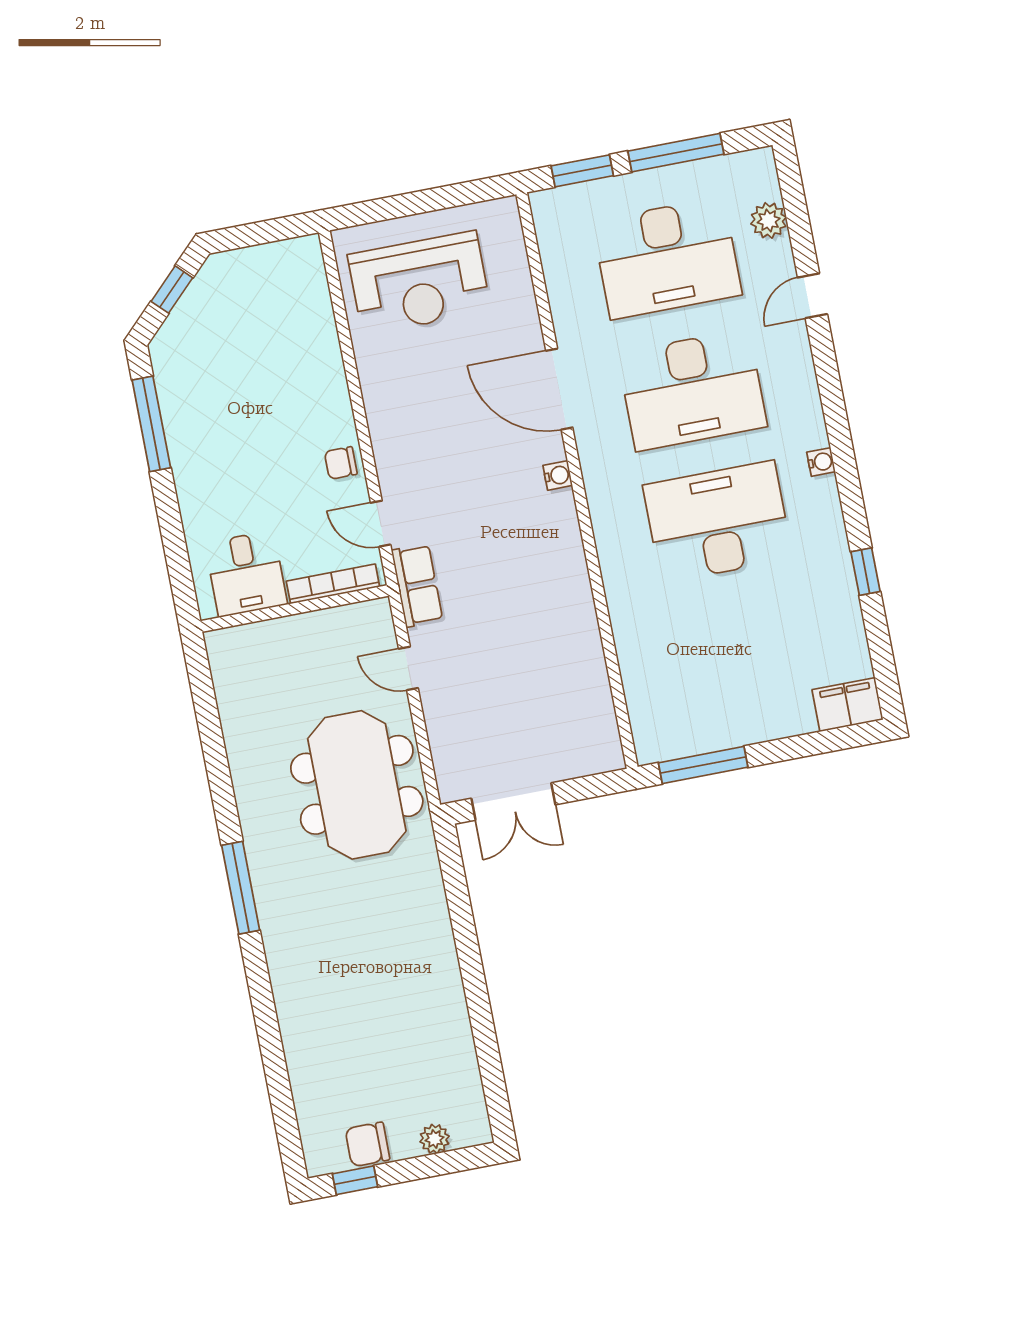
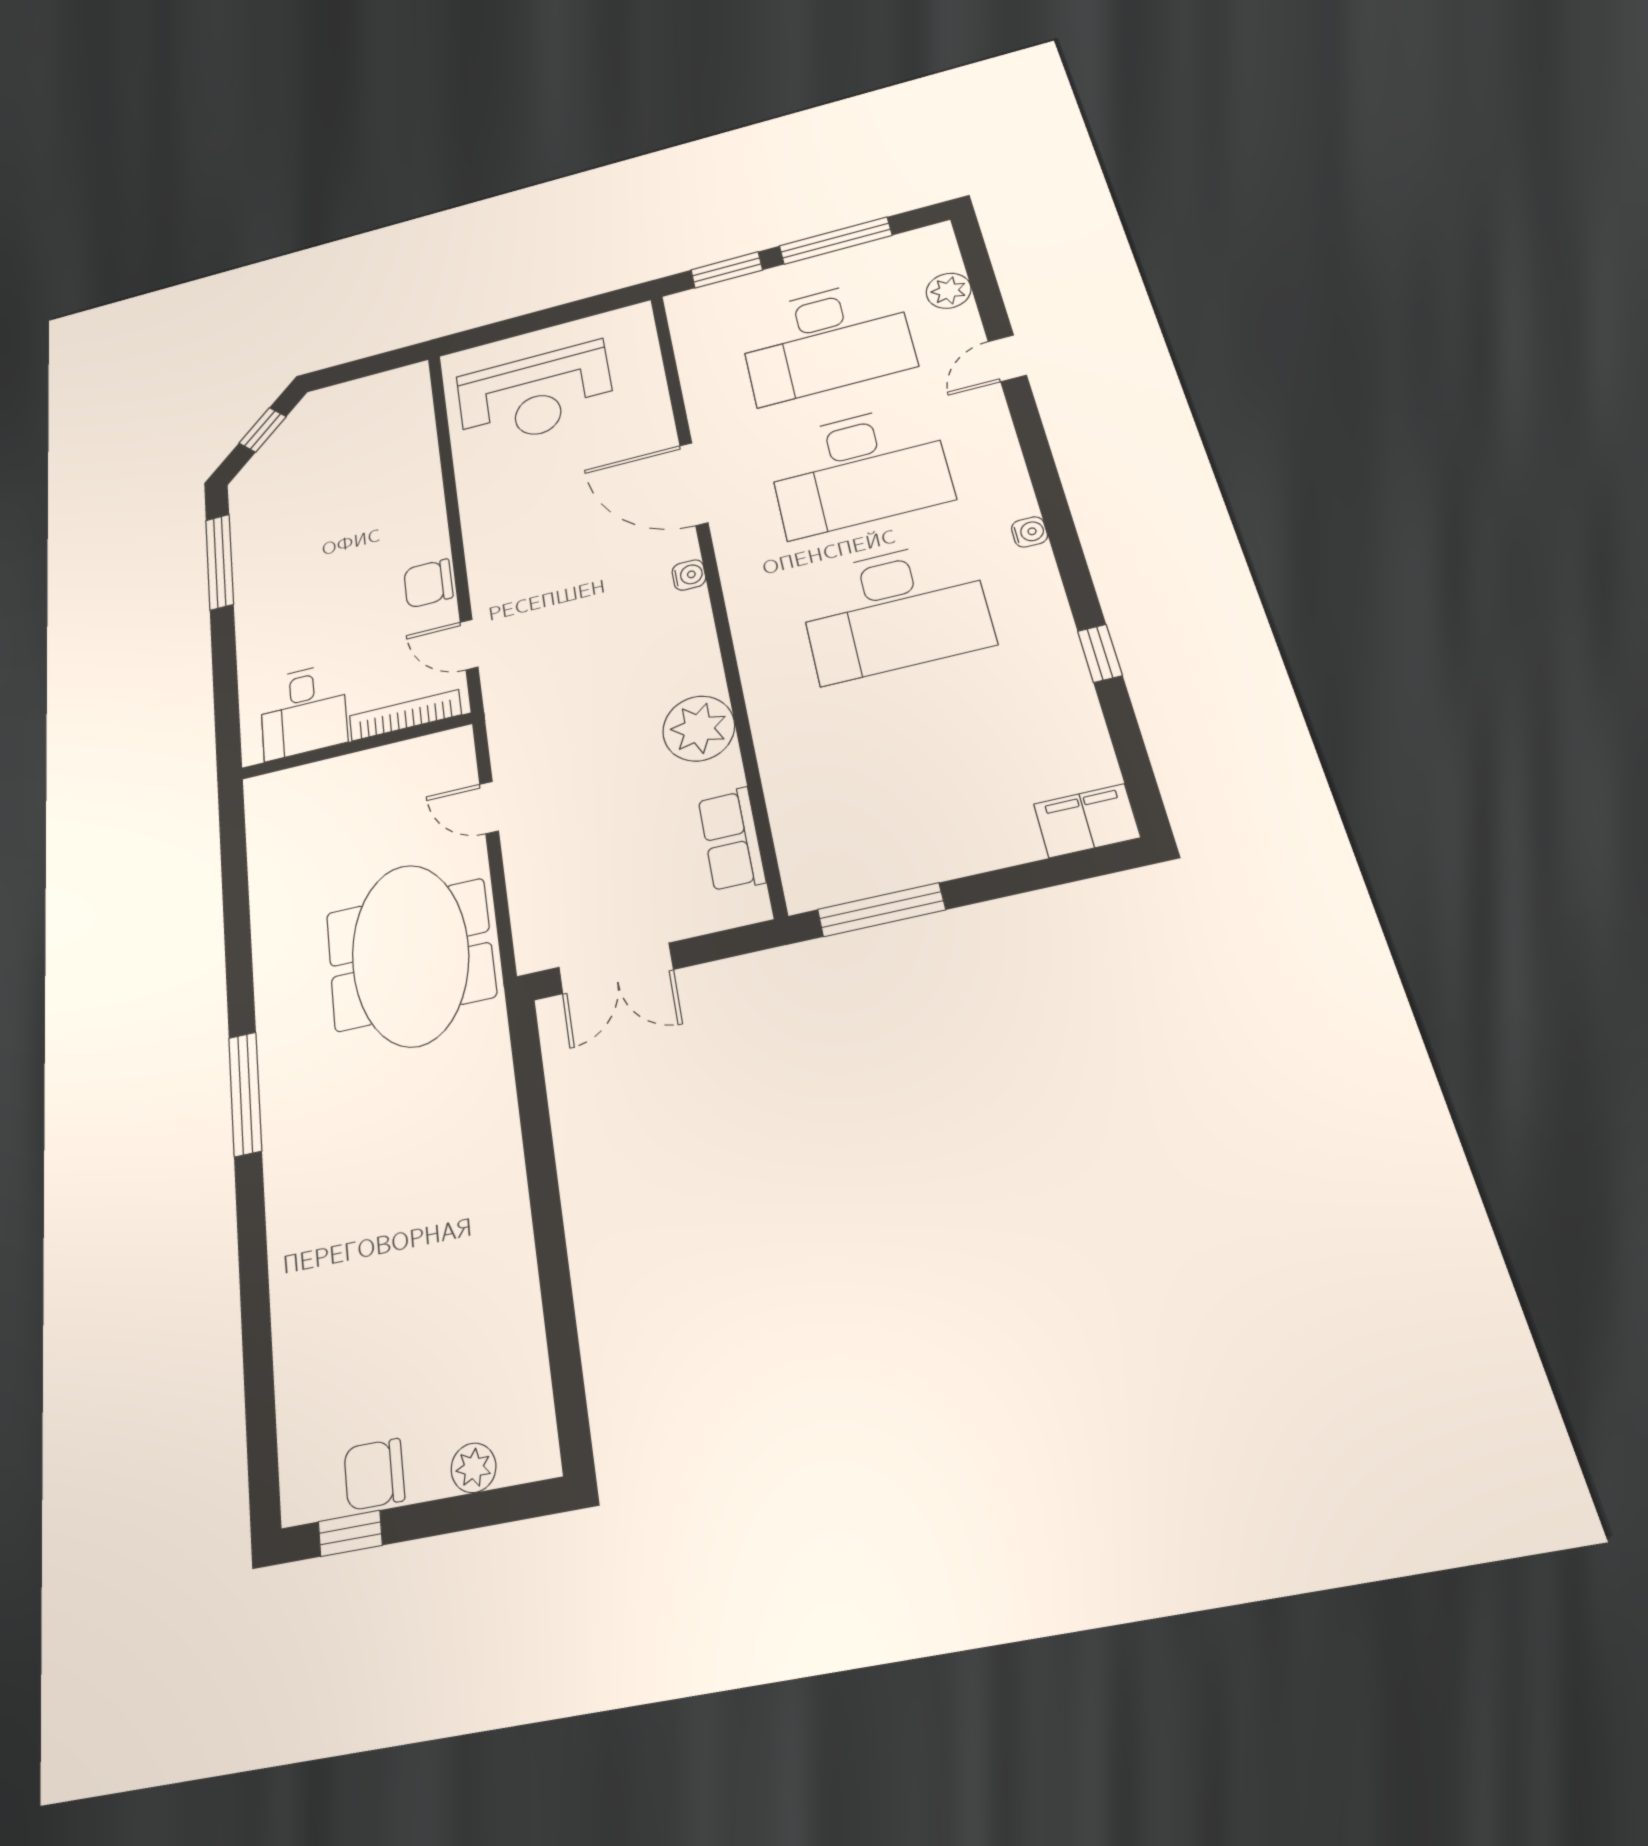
chair: (341, 463) -> (428, 583), width x1.37, depth x1.37
desk: (718, 522) -> (895, 610), turned 180
row of seats: (417, 585) -> (732, 840), moved, turned 180
plant: (569, 612) -> (699, 728), added

